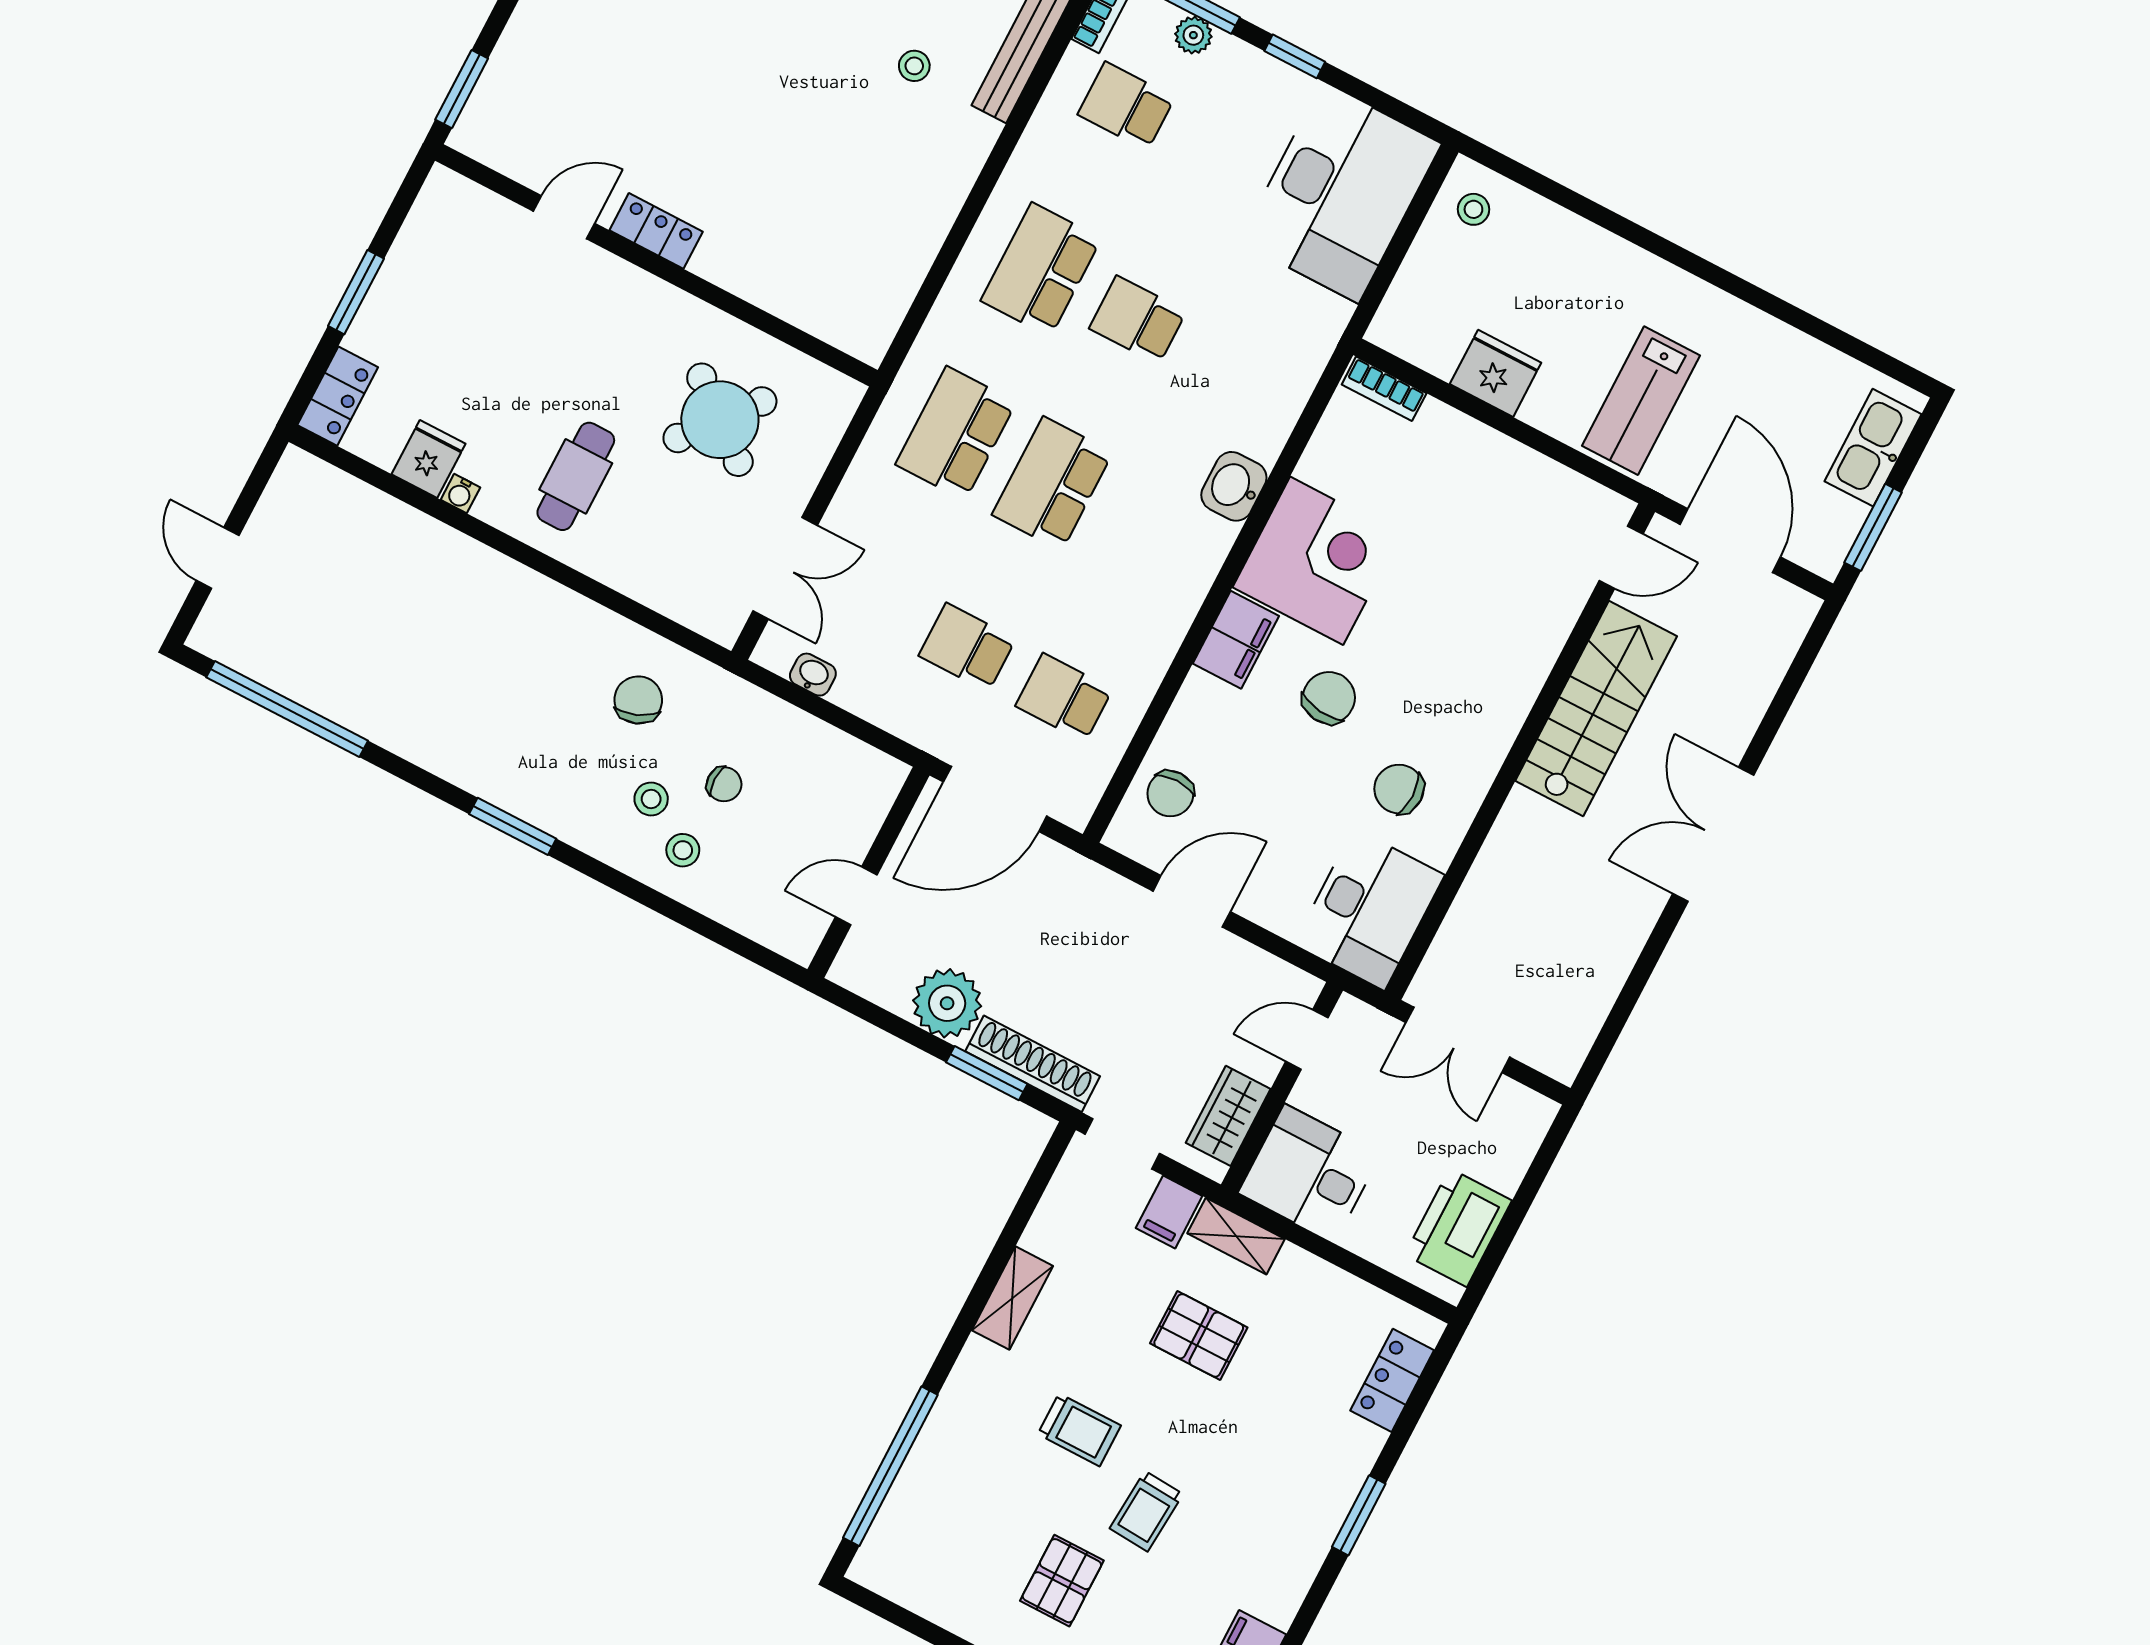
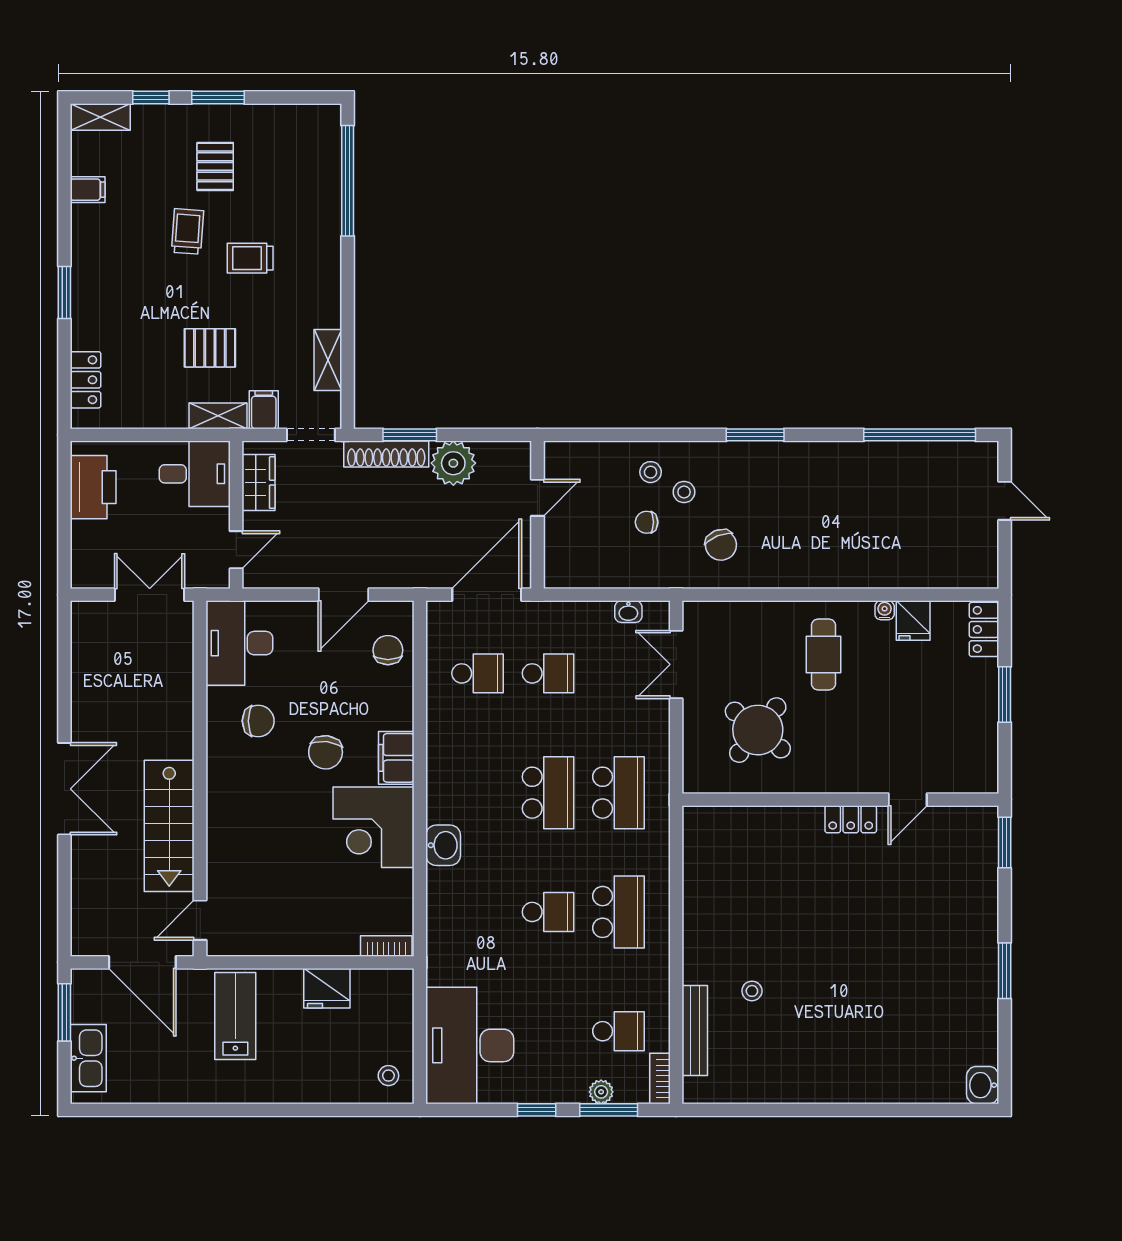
shelving: (1012, 1298) -> (328, 360), moved

